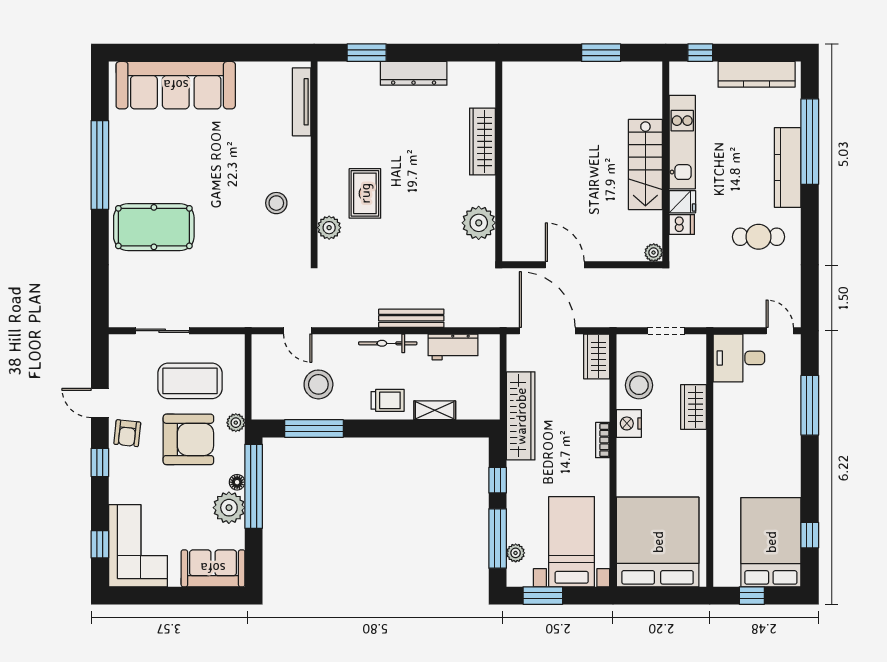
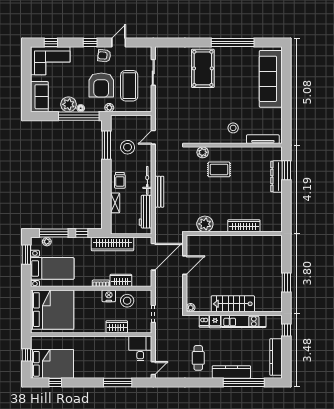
dresser: (414, 73) -> (276, 176), moved
stool: (276, 203) -> (233, 128), moved
workbench: (453, 347) -> (145, 212), width x1.38
wardrobe: (597, 357) -> (121, 280), moved

